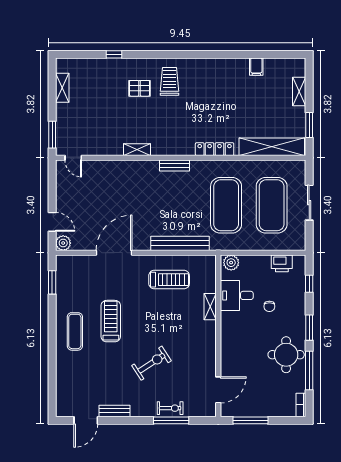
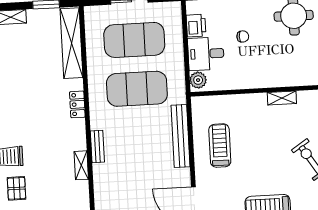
locker: (215, 149) -> (77, 104), width x0.66
shelving: (137, 150) -> (81, 165), moved
desk: (237, 295) -> (206, 54), moved, turned 90
shelving: (210, 307) -> (282, 98), moved

